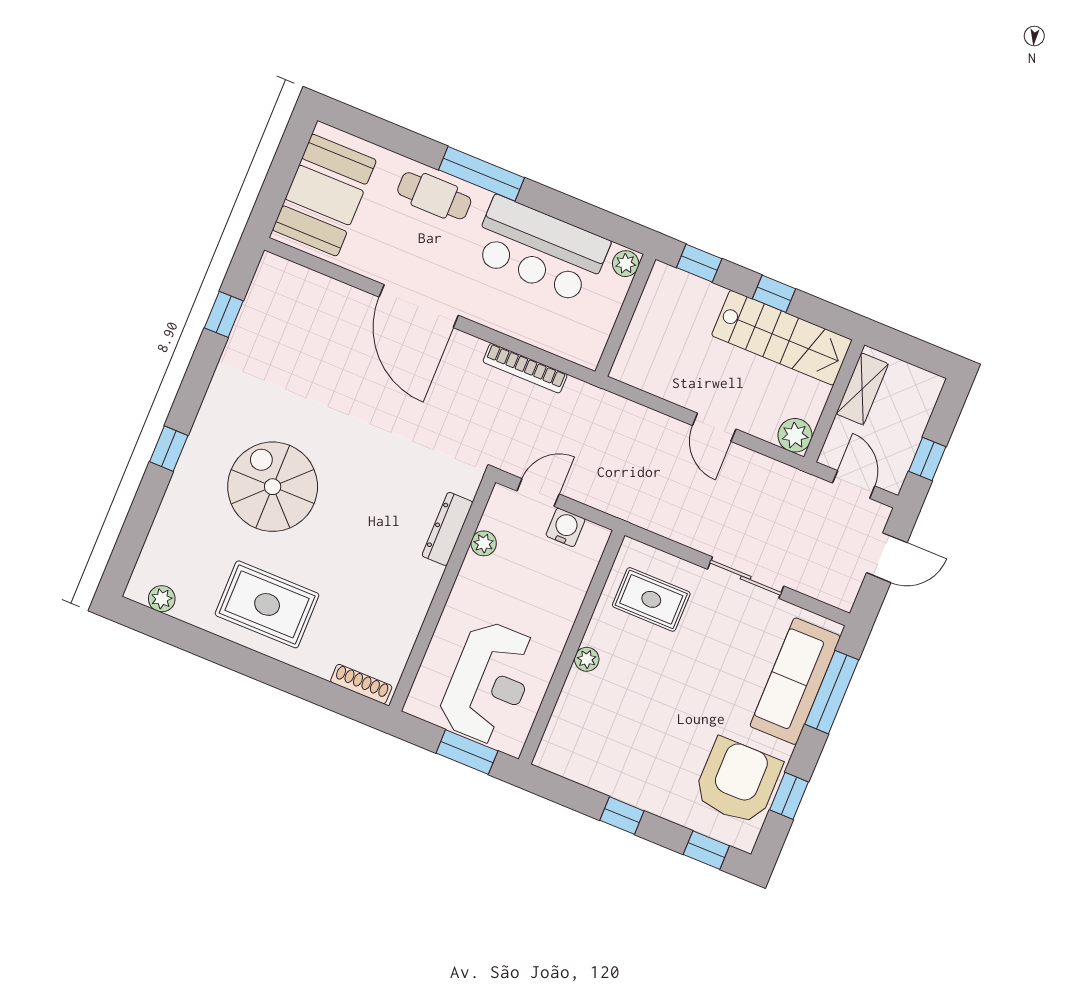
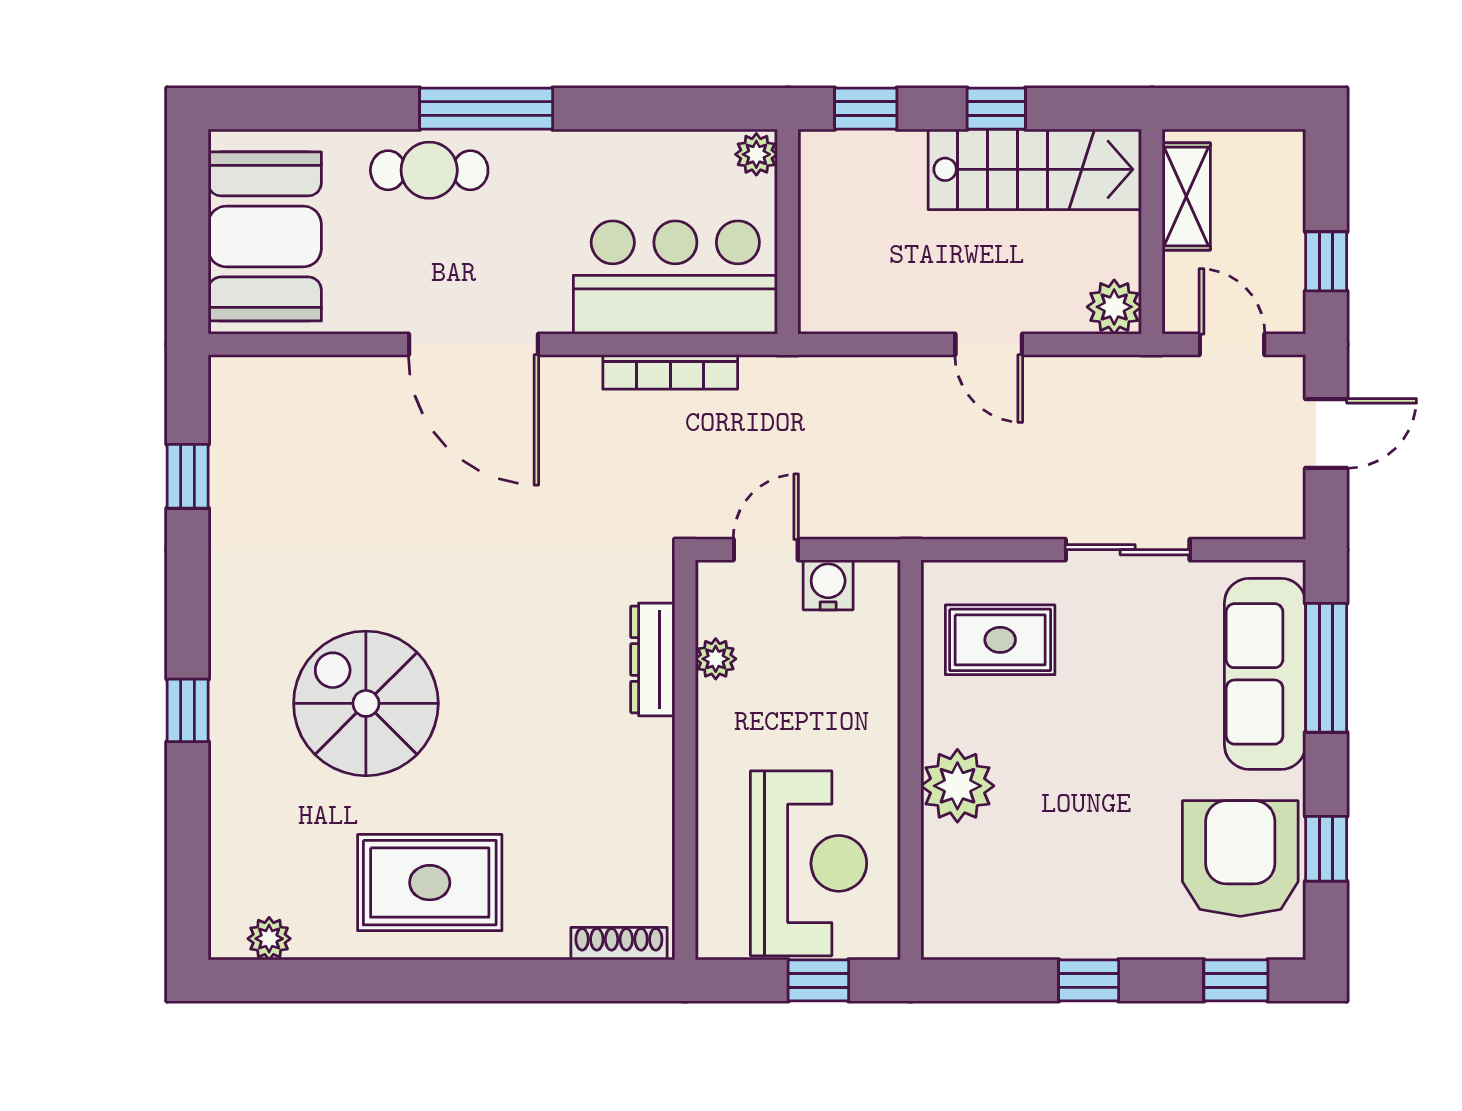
bar counter: (540, 250) -> (675, 278), moved, turned 180
plant: (587, 659) -> (957, 786), width x1.87, depth x1.87
window: (467, 752) -> (818, 980), width x0.67

